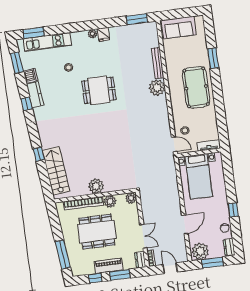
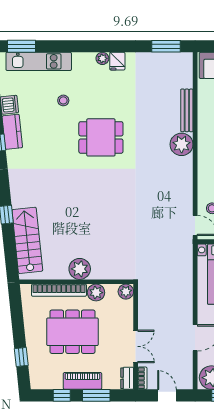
window: (63, 255) -> (21, 357), width x0.46

